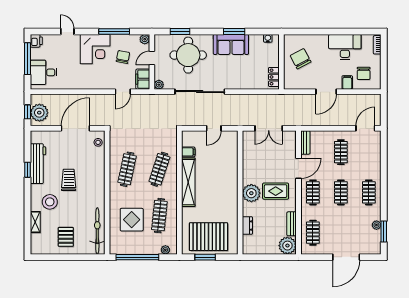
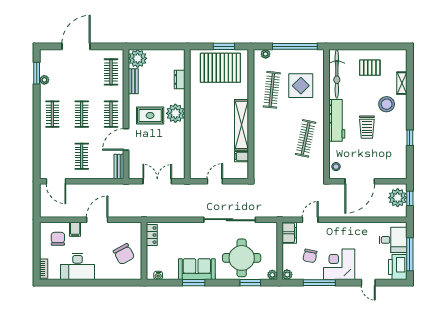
printer: (36, 41) -> (398, 267), width x1.87, depth x1.48
door: (152, 58) -> (280, 255), removed
plant: (159, 85) -> (272, 275), moved
door: (365, 128) -> (56, 181), hinge flipped
workbench: (38, 164) -> (337, 120), moved, turned 180
clothes rail: (159, 169) -> (272, 138), removed
pallet: (66, 237) -> (370, 68), turned 90

